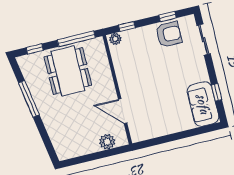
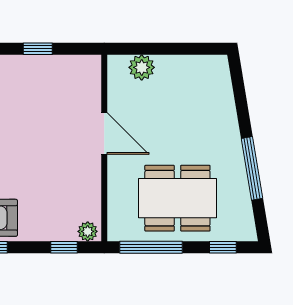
dining table: (68, 71) -> (177, 198), turned 90
door: (123, 111) -> (104, 133), moved
window: (170, 138) -> (38, 49), added

